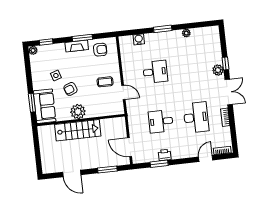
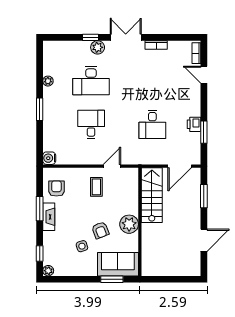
water cooler: (139, 39) -> (49, 158), moved
desk: (196, 117) -> (91, 81), moved, turned 180
stairs: (78, 130) -> (152, 195), moved

